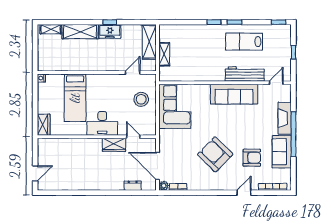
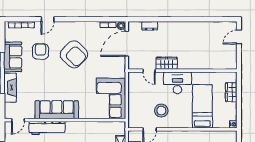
stool: (141, 99) -> (161, 111), moved
wardrobe: (44, 125) -> (231, 92), moved
armchair: (252, 158) -> (40, 51), turned 90
door: (158, 166) -> (127, 44), swing flipped

